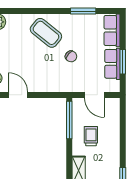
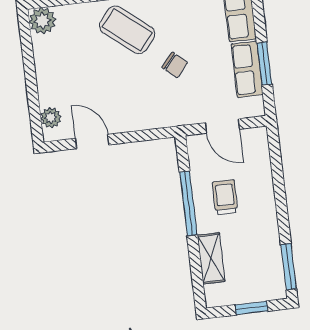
window: (69, 120) -> (188, 204), moved

